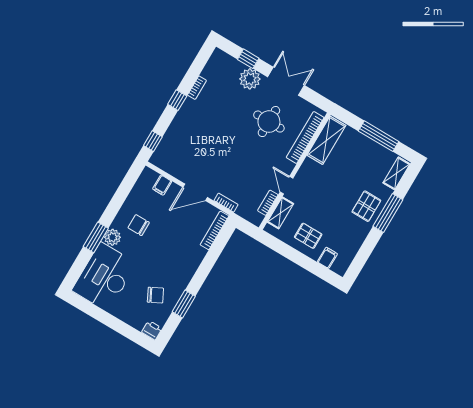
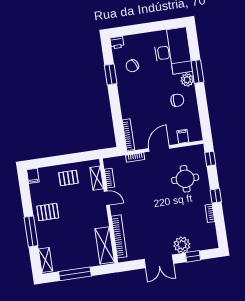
round table: (269, 122) -> (185, 179), moved
pallet: (366, 206) -> (48, 212), moved, turned 90
filing cabinet: (327, 258) -> (33, 176), moved

